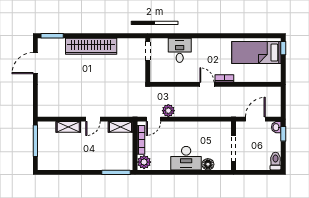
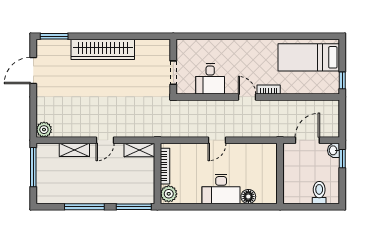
window: (283, 48) -> (342, 80), moved
desk: (180, 50) -> (210, 79), moved, turned 180
doorway: (148, 51) -> (173, 73), moved
plant: (168, 111) -> (44, 130), moved
door: (153, 119) -> (217, 140), moved
doorway: (233, 149) -> (280, 177), removed
toilet: (275, 161) -> (319, 193), moved
window: (76, 172) -> (84, 207), added

